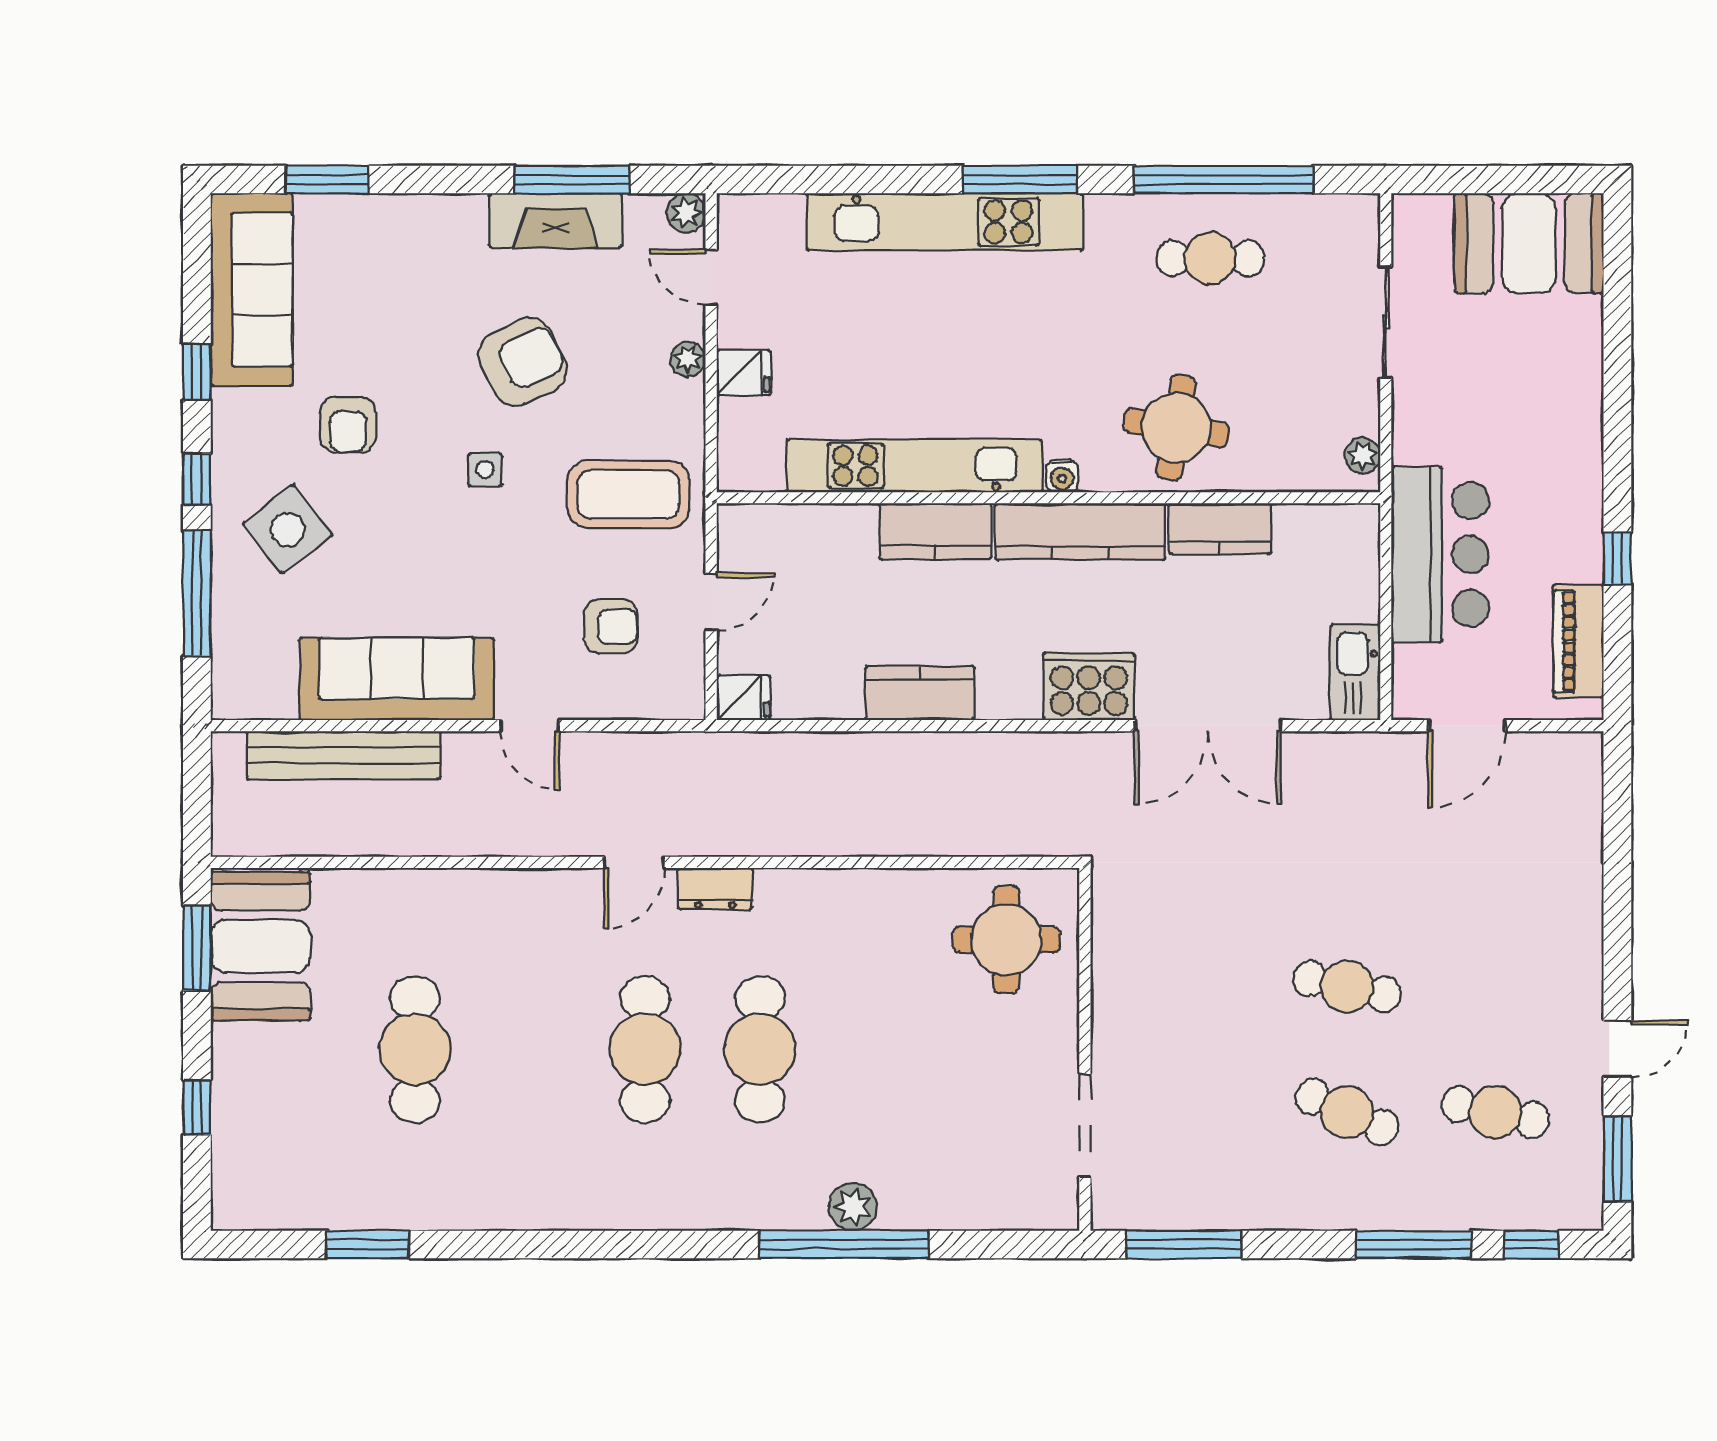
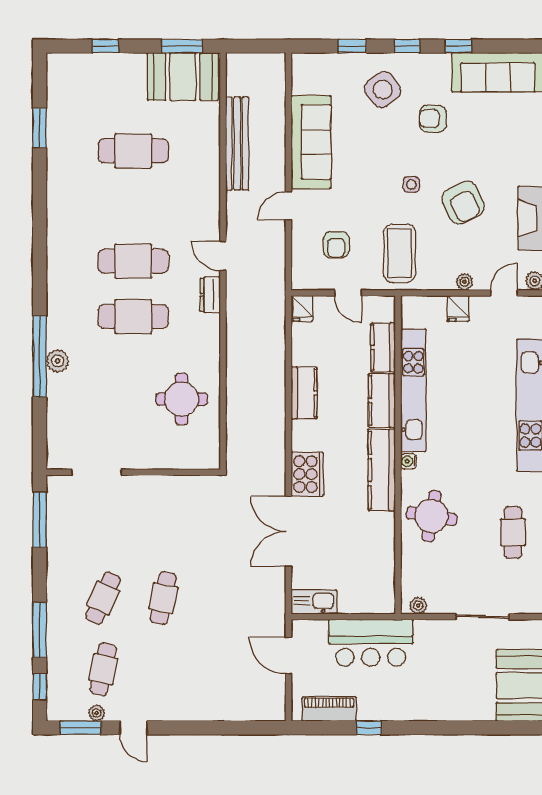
kitchen counter: (1220, 529) -> (383, 347), moved
window: (197, 593) -> (352, 46), width x0.46
bench: (344, 755) -> (237, 143), moved
round table: (1006, 939) -> (182, 399), moved
plant: (1587, 1126) -> (97, 713), added

